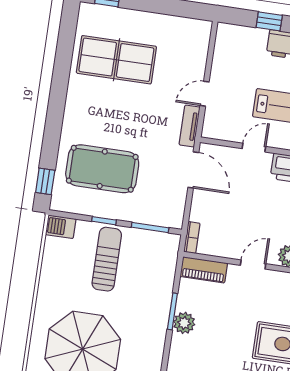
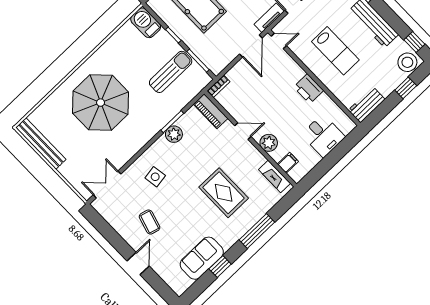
door: (254, 148) -> (279, 41), moved
barbecue: (61, 227) -> (146, 23), width x1.38, depth x1.27
sun lounger: (107, 259) -> (171, 72), moved

